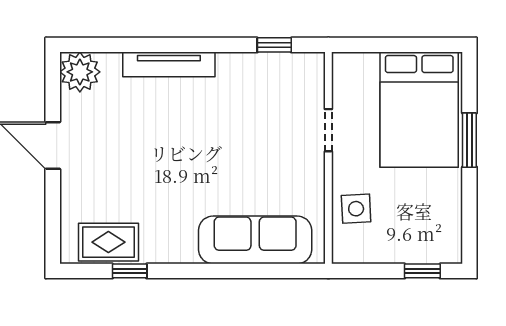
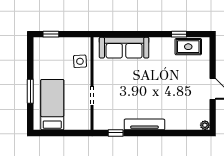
tv unit: (169, 64) -> (144, 124), moved
plant: (80, 72) -> (205, 125), width x0.53, depth x0.53
bed: (419, 110) -> (52, 105), width x0.67

